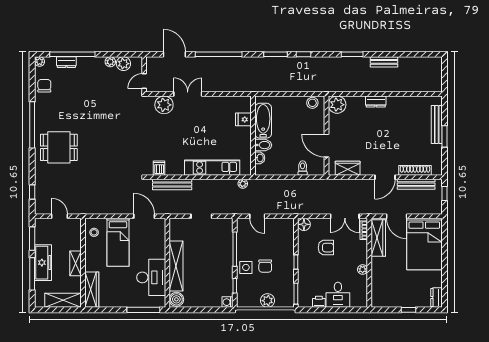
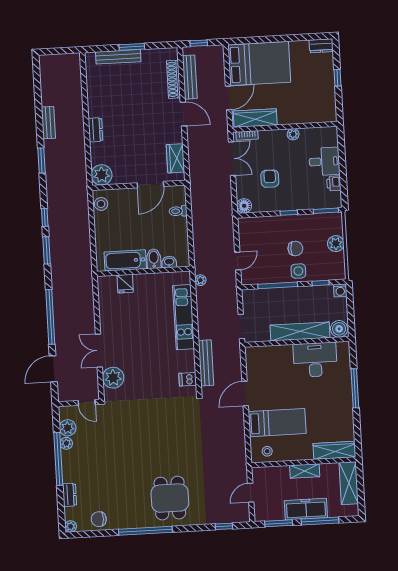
window: (72, 54) -> (58, 459), moved
wall: (167, 263) -> (297, 342), moved
shelving: (176, 266) -> (300, 331), moved
desk: (151, 277) -> (315, 360), moved
boiler: (176, 299) -> (339, 329), moved

